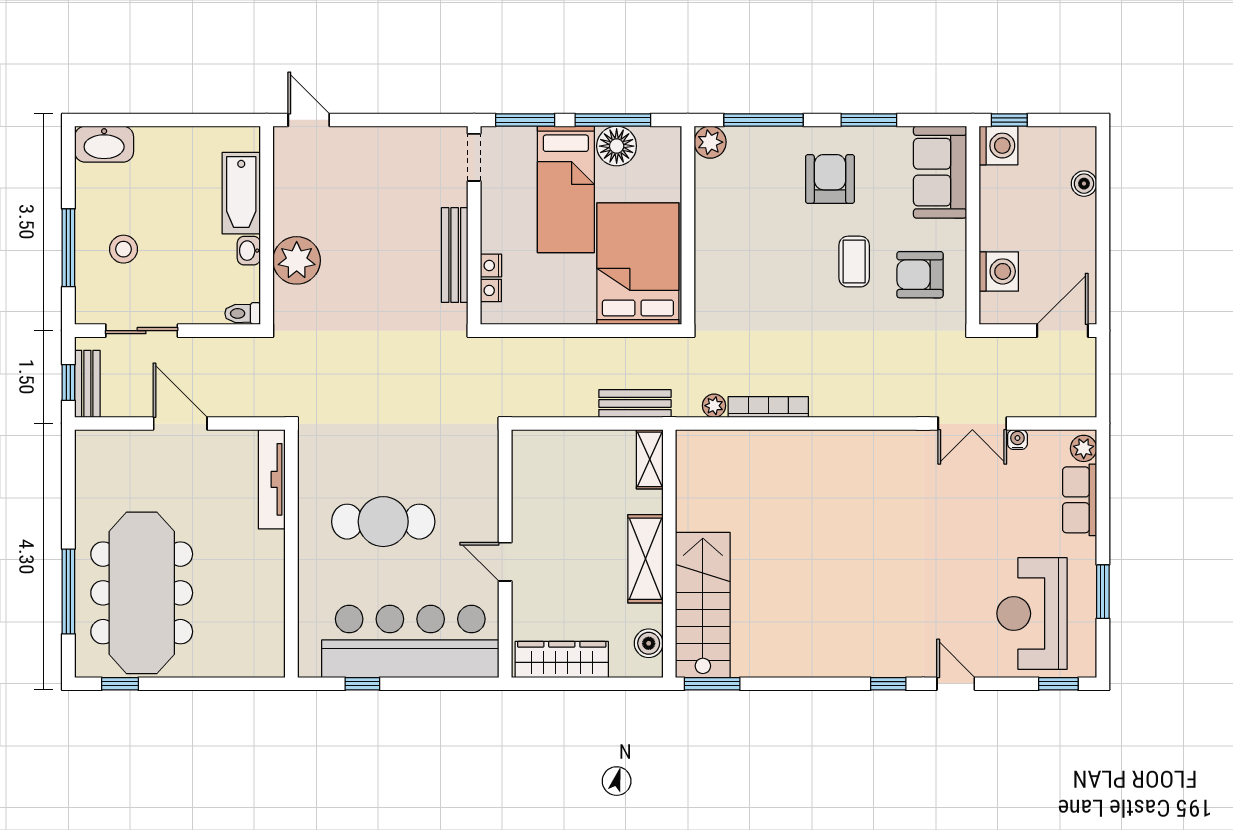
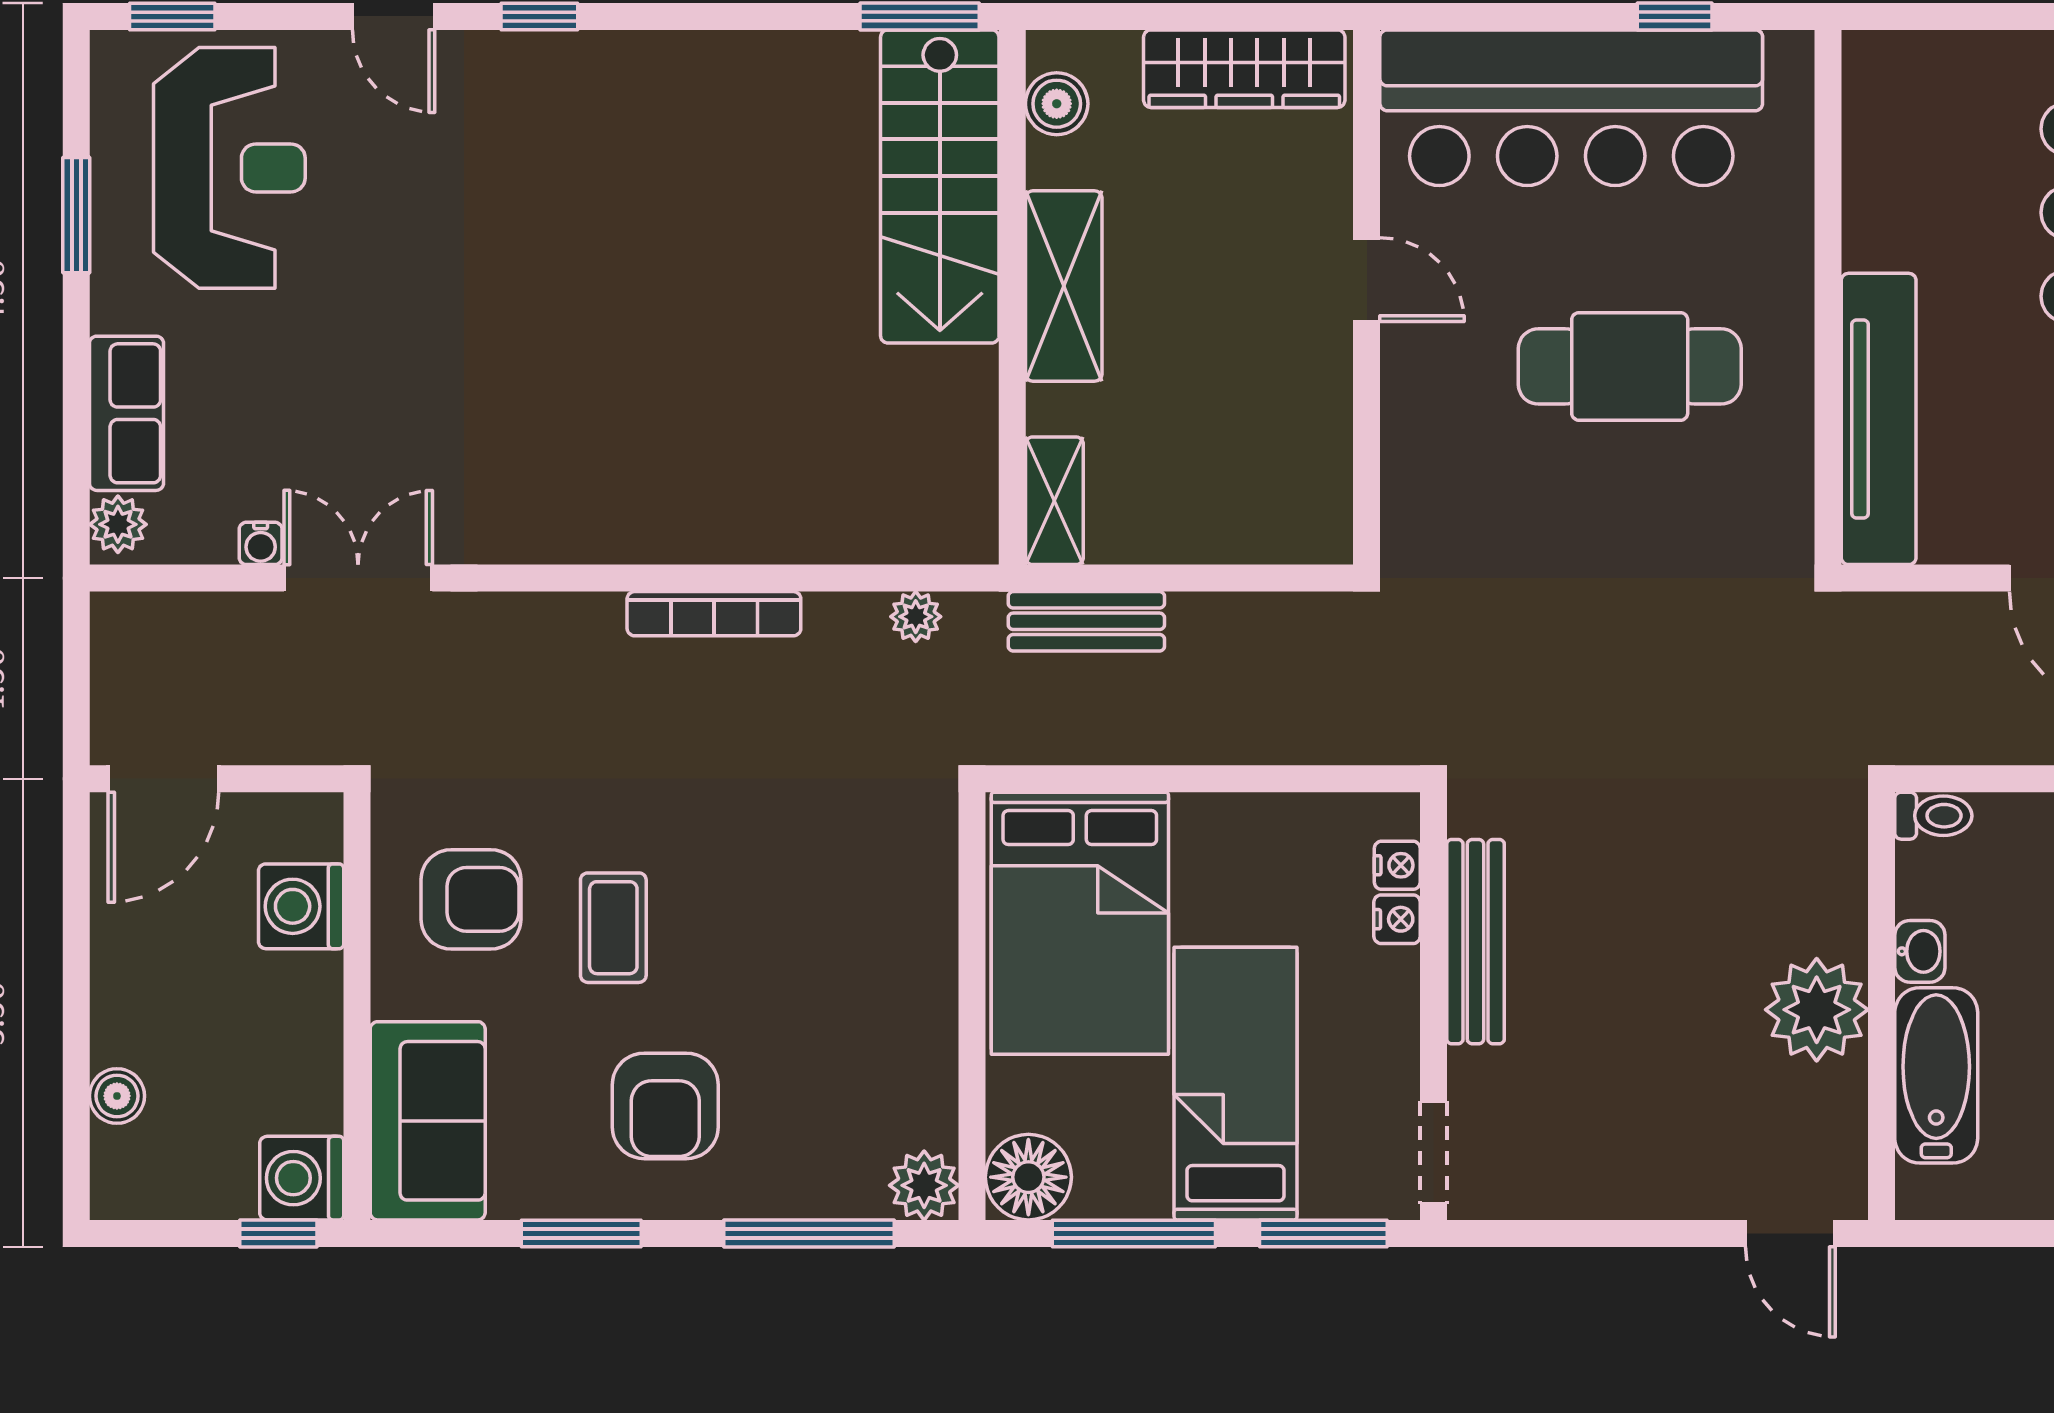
floor lamp: (617, 146) -> (1028, 1177), moved
plant: (297, 260) -> (1817, 1010), moved
bookcase: (768, 407) -> (714, 614), moved
tv unit: (272, 479) -> (1879, 419), width x1.36, depth x1.29

